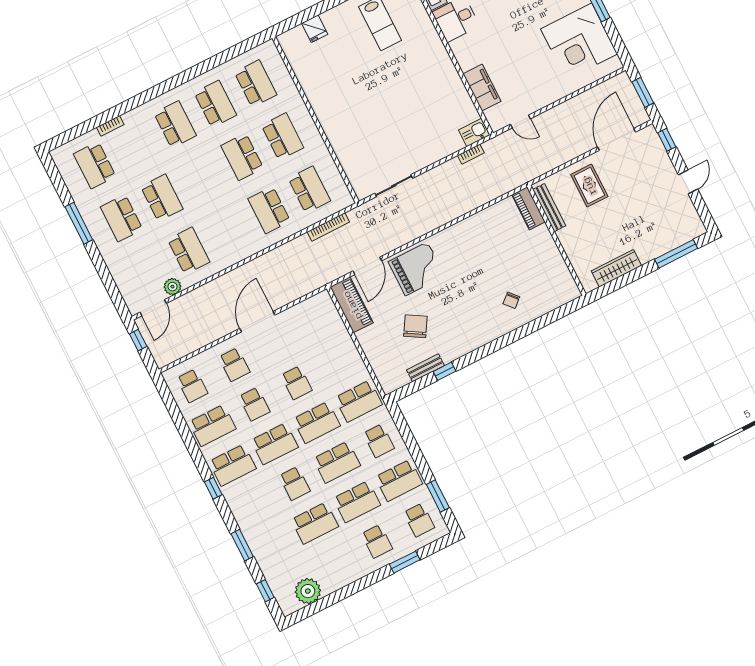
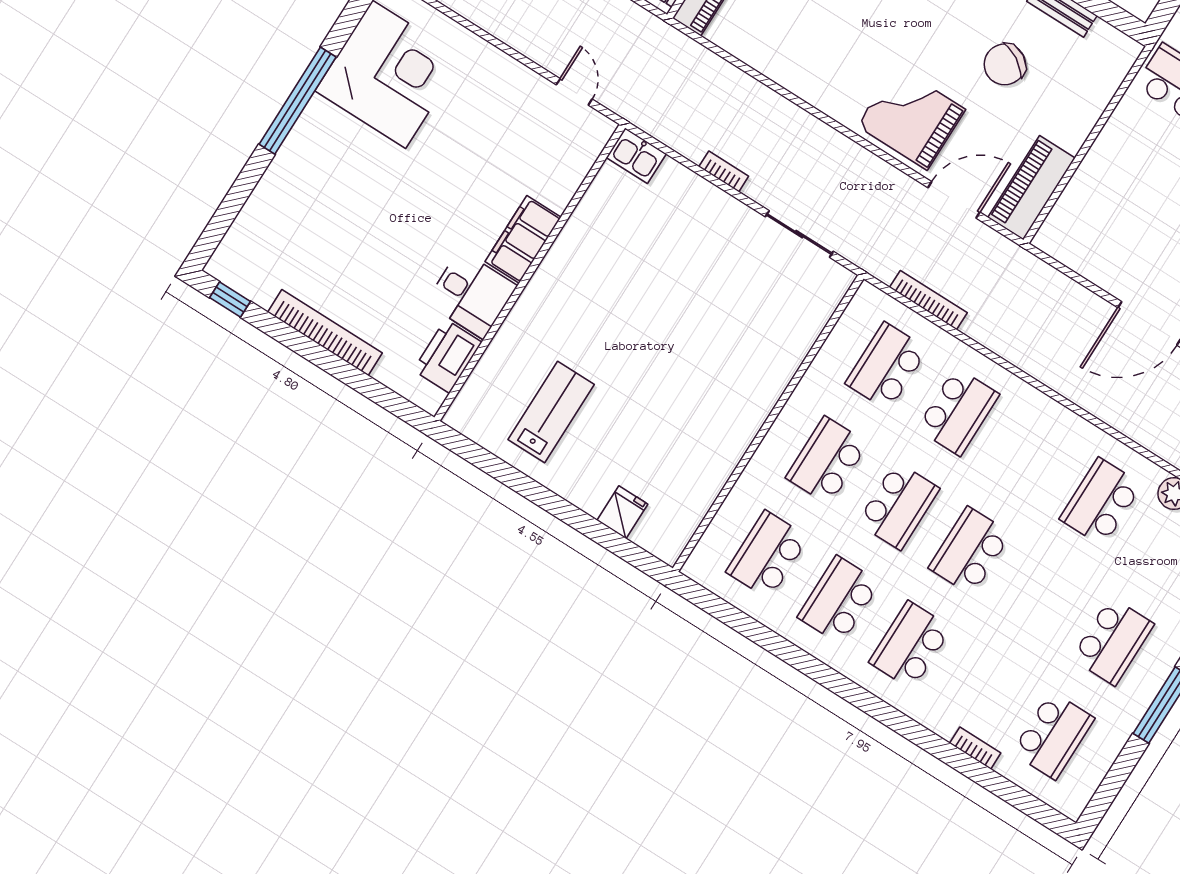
filing cabinet: (482, 88) -> (523, 239), moved
bookcase: (471, 154) -> (724, 171), moved
school desk: (162, 198) -> (970, 551), moved

